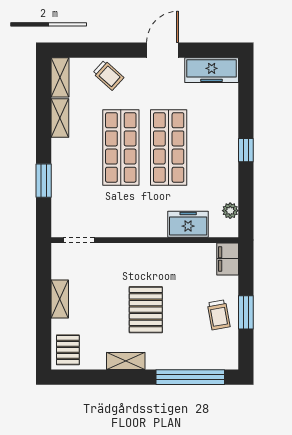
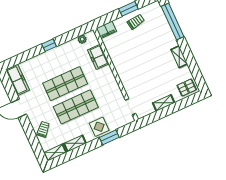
display table: (69, 172) -> (99, 127), added
pallet: (146, 310) -> (150, 58), removed

